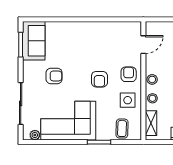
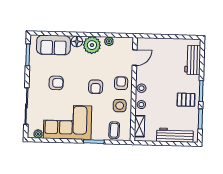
plant: (113, 27) -> (109, 41), added
floor lamp: (77, 28) -> (77, 41), added
plant: (94, 31) -> (92, 45), added
sofa: (34, 41) -> (53, 45), moved, turned 90

